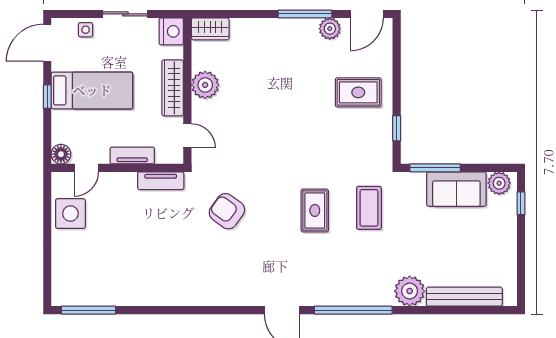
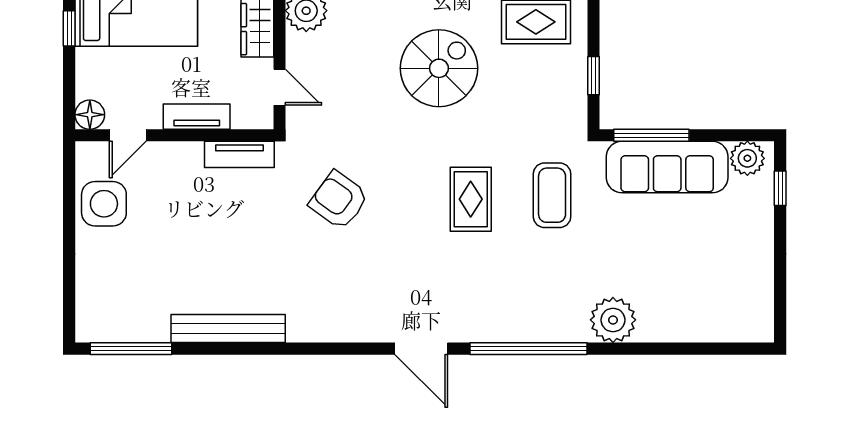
spiral stairs: (294, 123) -> (439, 68), added
sofa: (456, 189) -> (667, 167), width x1.36
bench: (464, 297) -> (228, 328), moved

